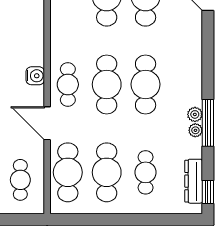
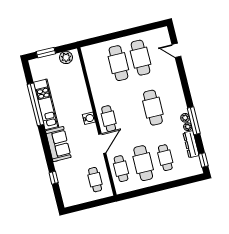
cafe table: (107, 84) -> (131, 113), removed
door: (47, 123) -> (102, 144), swing flipped
cafe table: (68, 172) -> (121, 169), width x0.73, depth x0.74
dresser: (194, 181) -> (191, 144), moved

